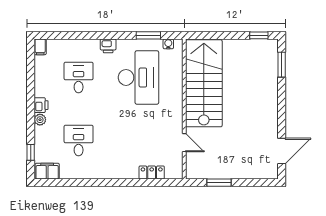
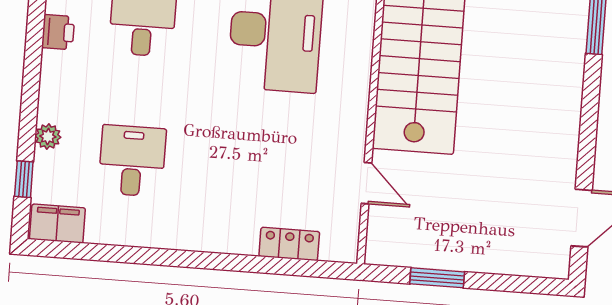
printer: (41, 105) -> (58, 32), moved
plant: (40, 120) -> (48, 136), moved

